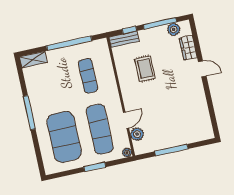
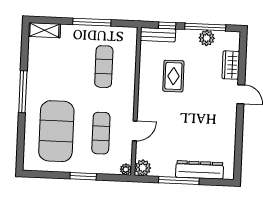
plant: (174, 29) -> (207, 38), moved
window: (69, 43) -> (92, 22), width x0.68
exercise mat: (100, 129) -> (101, 133), width x0.73, depth x0.69
plant: (137, 134) -> (143, 168), moved
dresser: (185, 137) -> (200, 170), added

